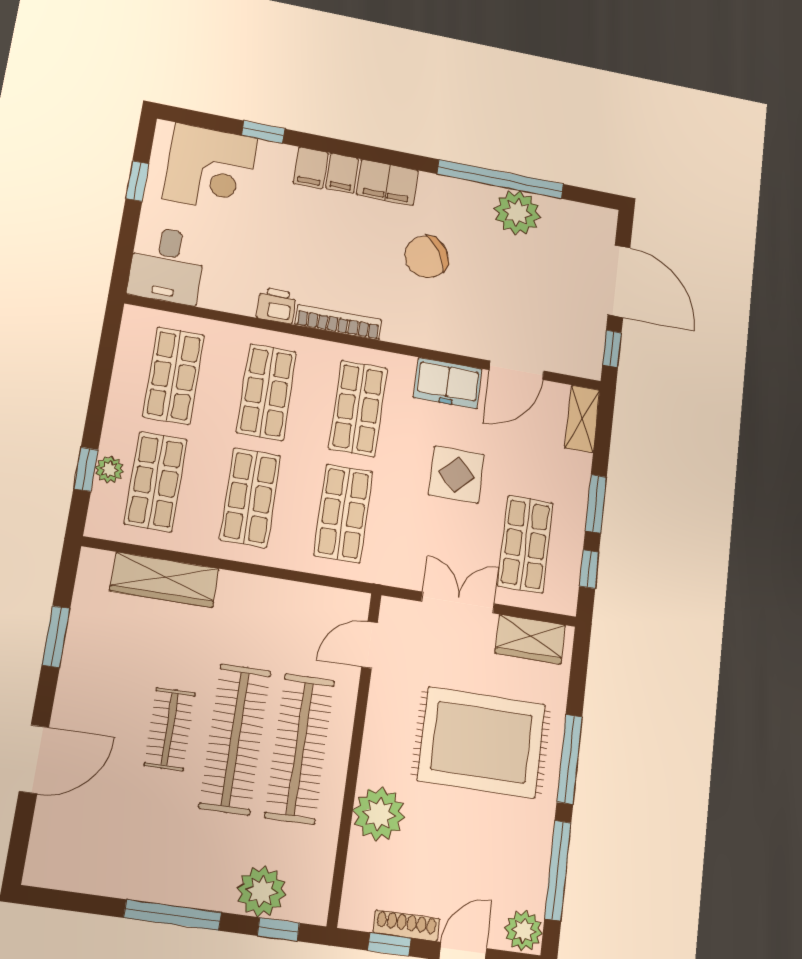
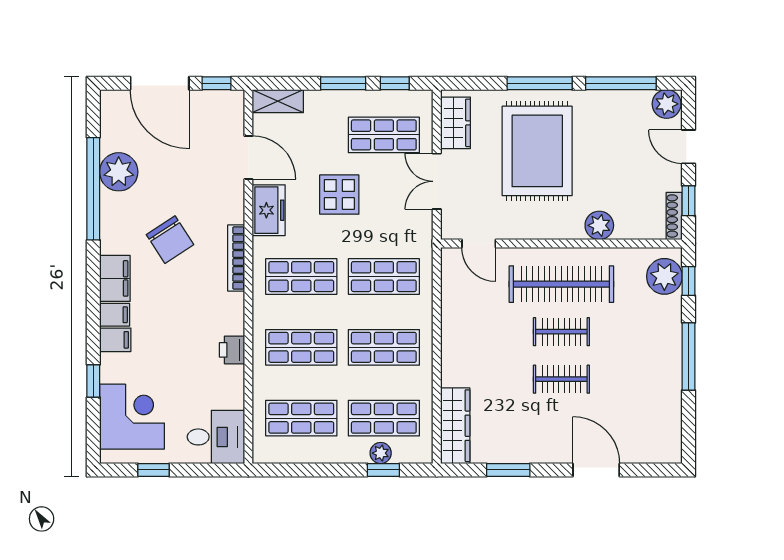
door: (619, 281) -> (160, 83), swing flipped
bookcase: (338, 322) -> (236, 258), moved
wardrobe: (164, 580) -> (455, 426), moved
clothes rail: (235, 739) -> (561, 332), width x0.54, depth x0.76
plant: (379, 814) -> (599, 225), width x0.73, depth x0.73
plant: (261, 891) -> (664, 276), moved
shoe rack: (406, 926) -> (674, 216), moved

